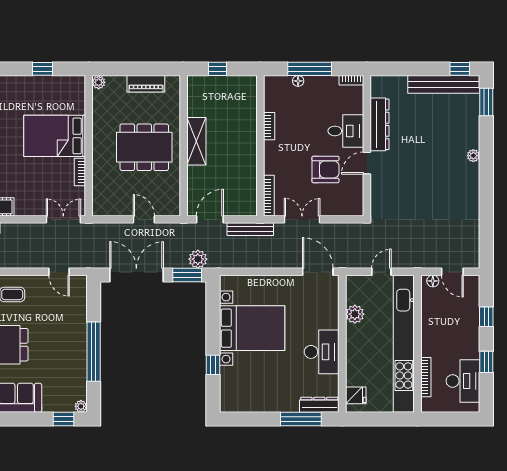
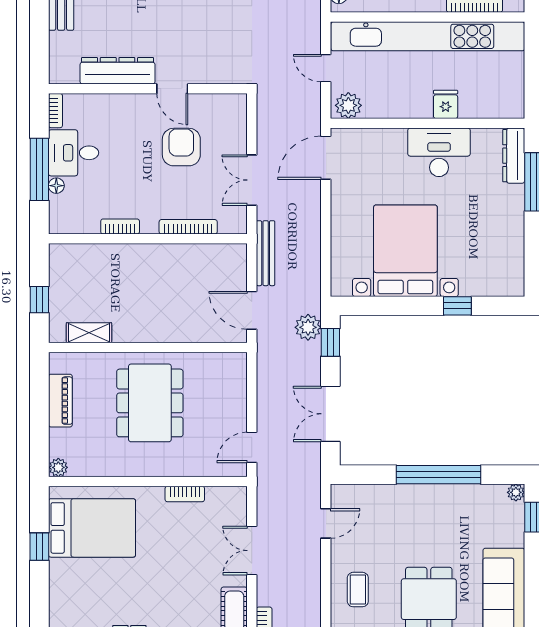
desk: (346, 131) -> (74, 153), moved, turned -90
bed: (55, 136) -> (92, 528), moved, turned -90
shelving: (196, 141) -> (89, 333), moved, width x0.67, depth x0.75
bookcase: (269, 196) -> (188, 227), moved
double door: (63, 219) -> (252, 551), moved
door: (144, 219) -> (252, 447), moved
double door: (136, 275) -> (330, 414), width x0.73
window: (187, 275) -> (330, 342), width x0.67
plant: (355, 314) -> (348, 105), moved
fridge: (356, 395) -> (446, 104), moved

